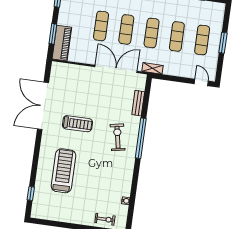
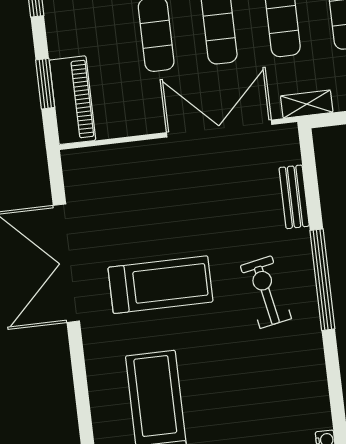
treadmill: (77, 124) -> (160, 285), width x1.37, depth x1.38

